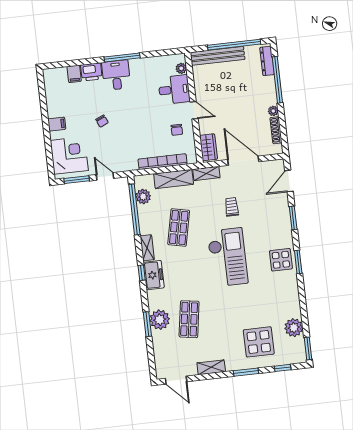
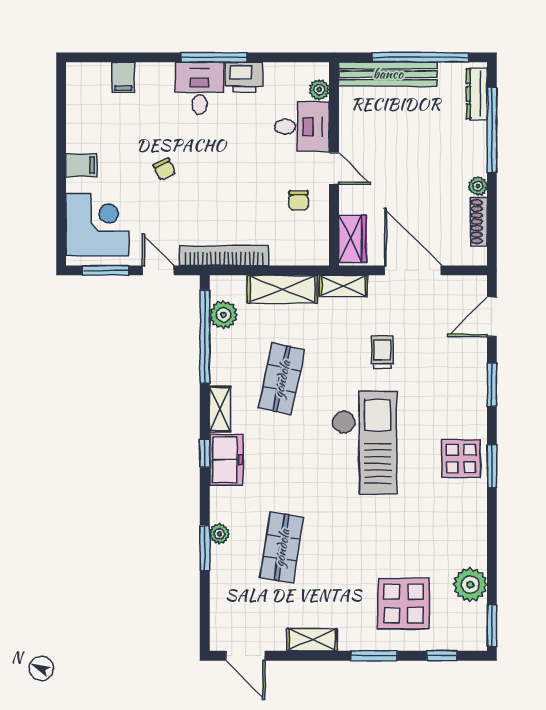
printer: (91, 72) -> (244, 77), moved
bookcase: (163, 162) -> (224, 256), moved
plant: (160, 320) -> (219, 534), width x0.53, depth x0.53

